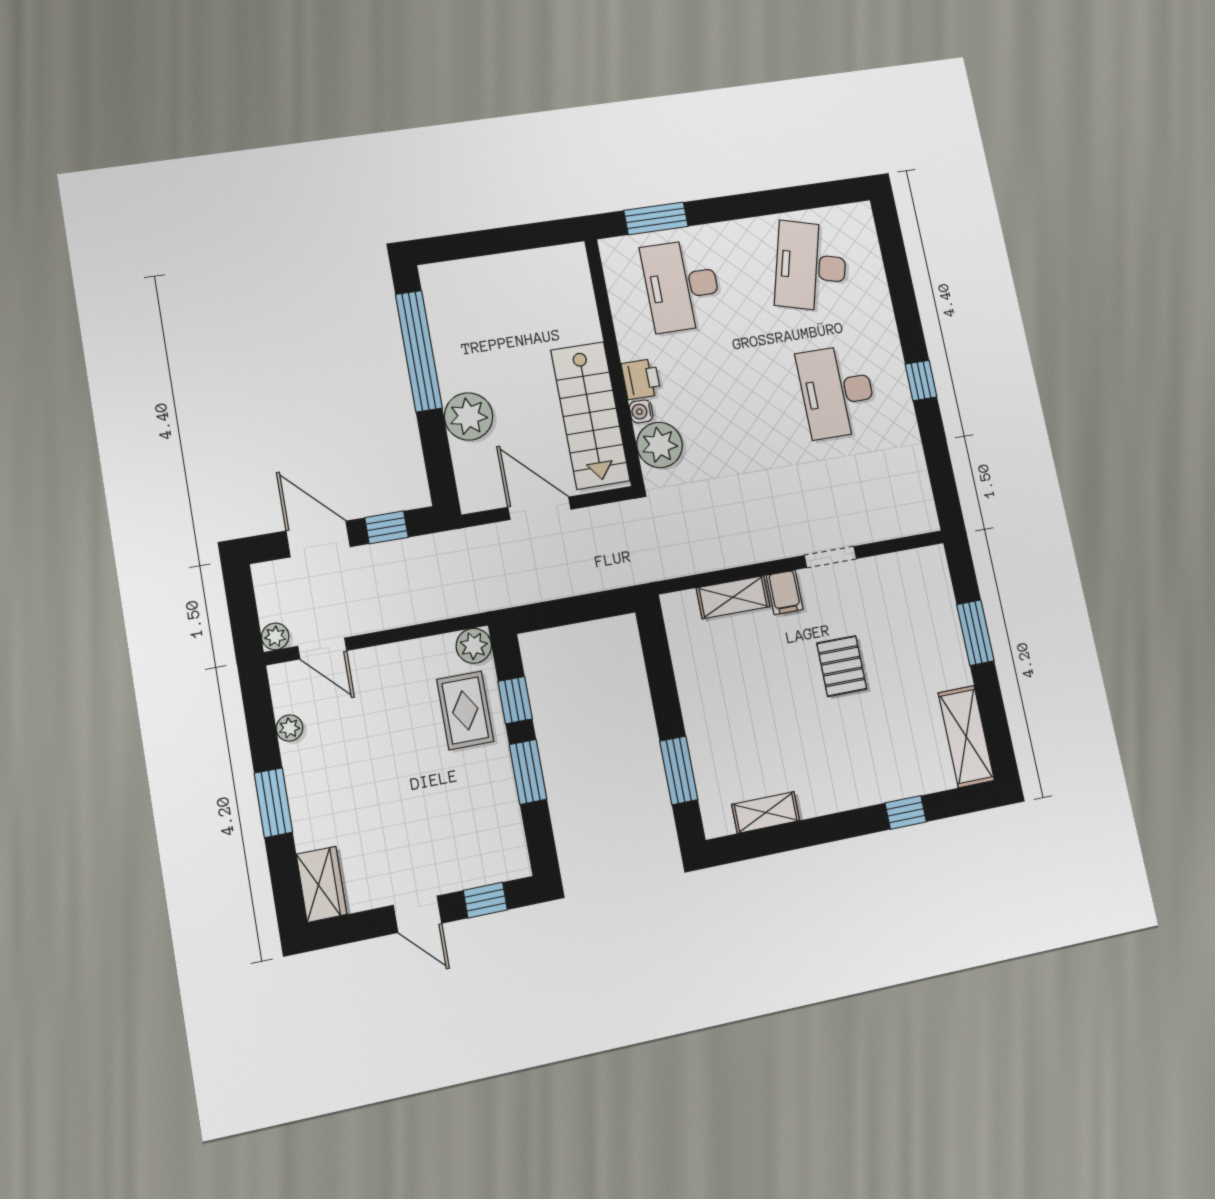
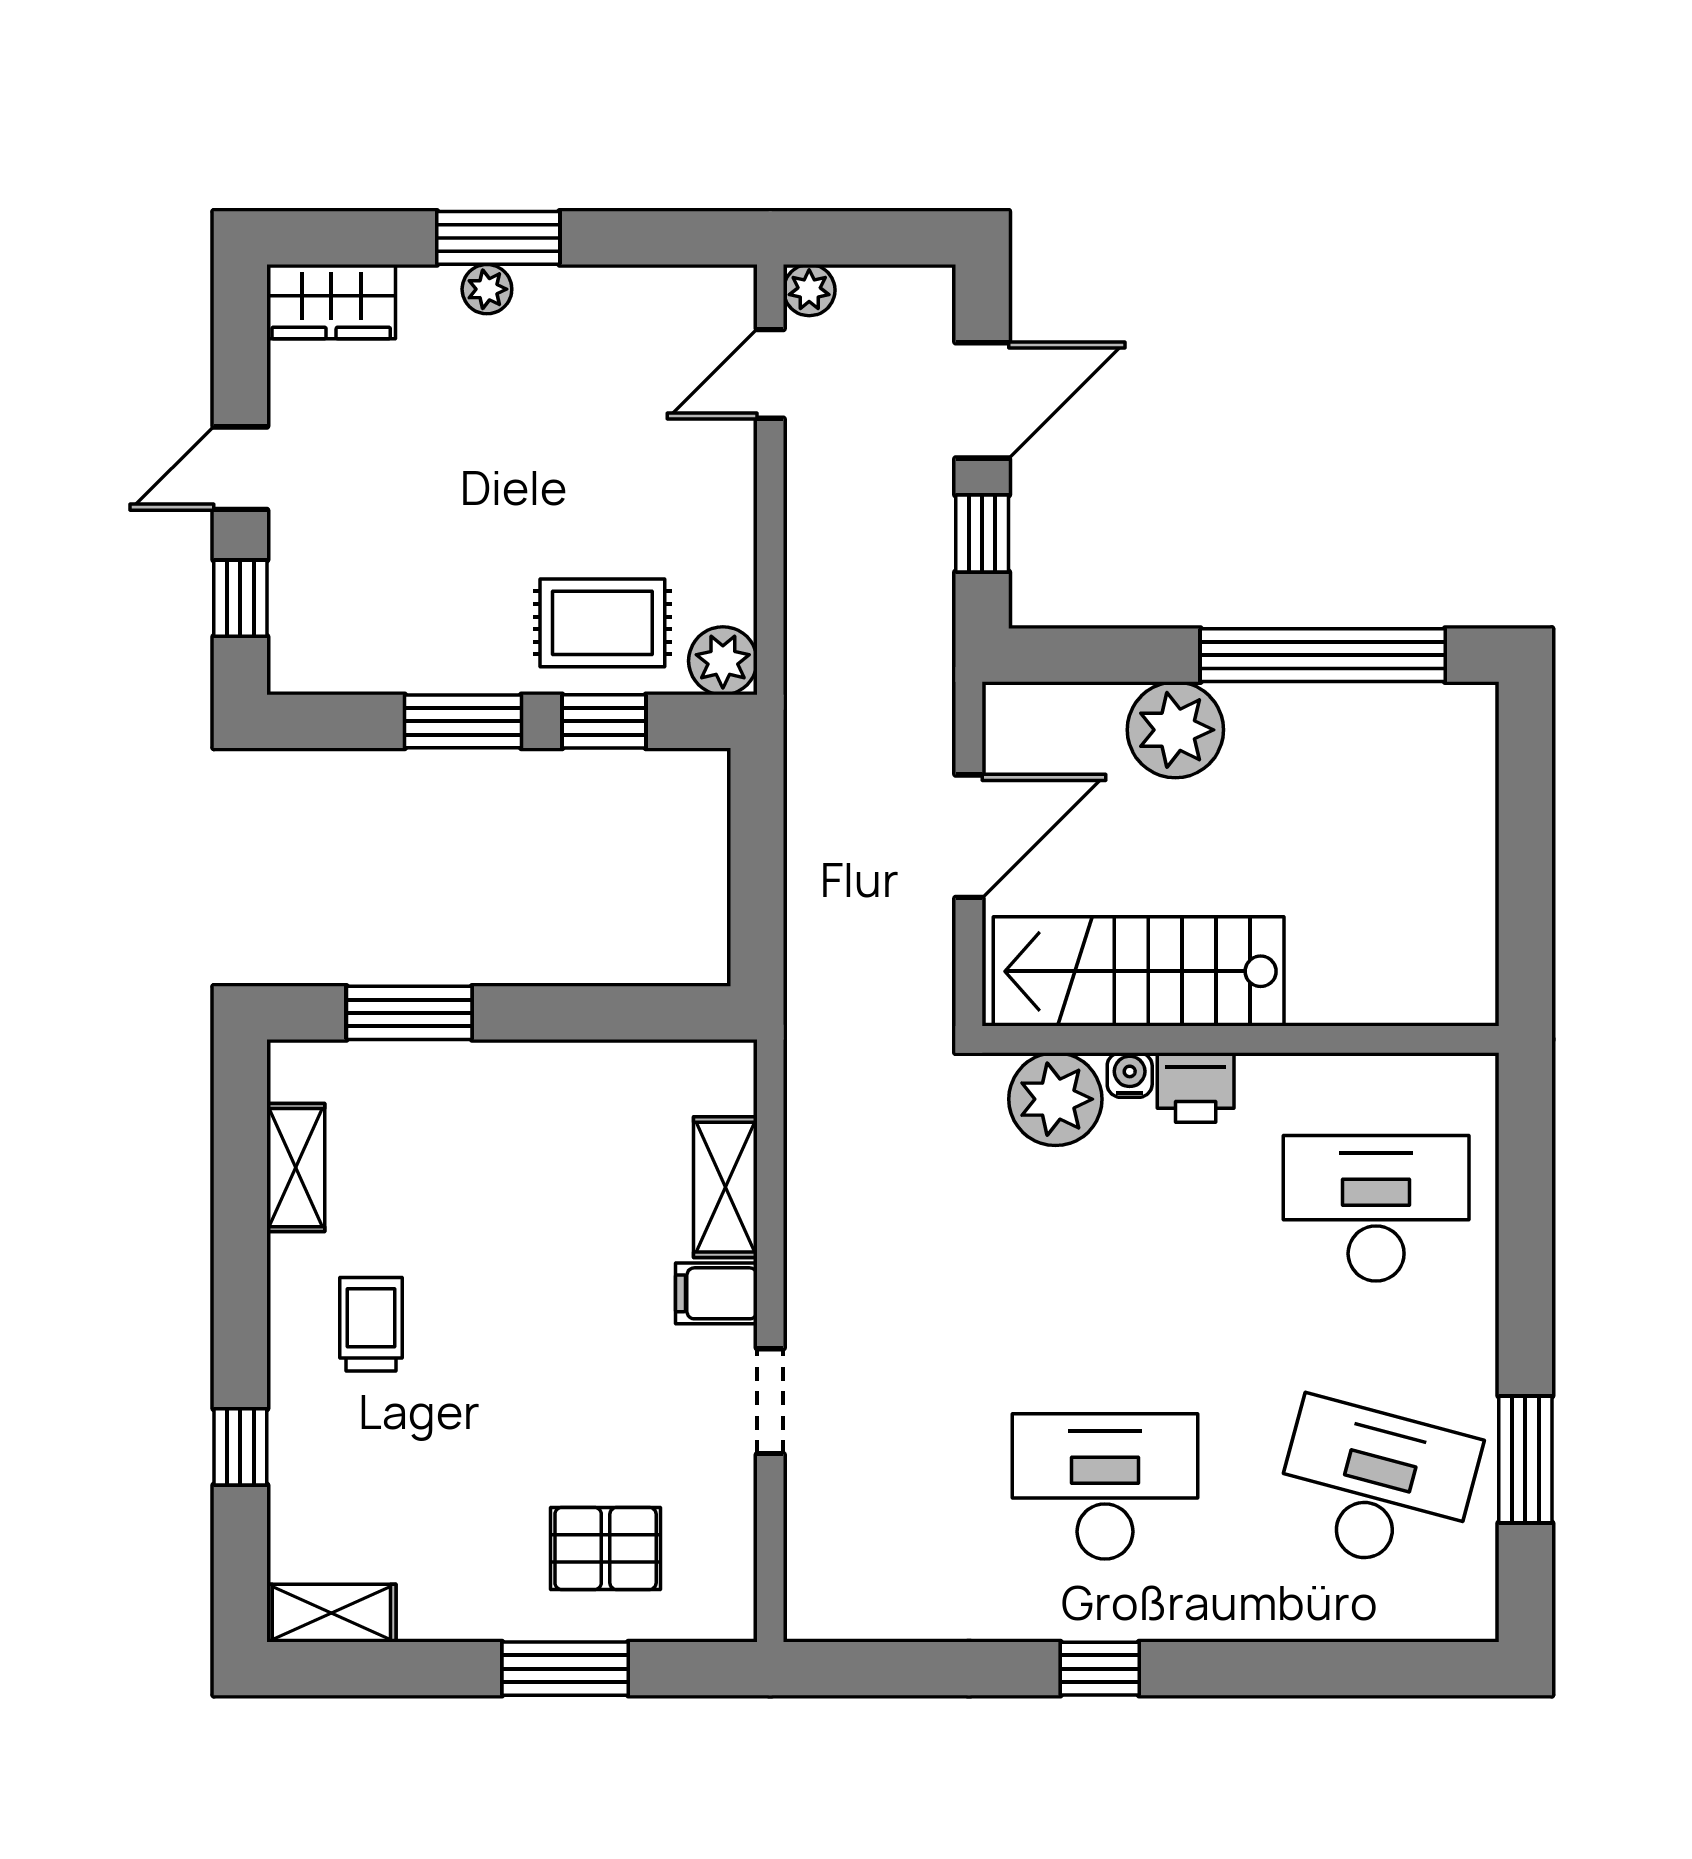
window: (656, 218) -> (1525, 1459), moved
pallet: (842, 666) -> (606, 1548), moved
plant: (289, 728) -> (487, 289), moved
shelving: (966, 736) -> (331, 1613), width x0.67, depth x0.75
trolley: (834, 759) -> (371, 1324), added

